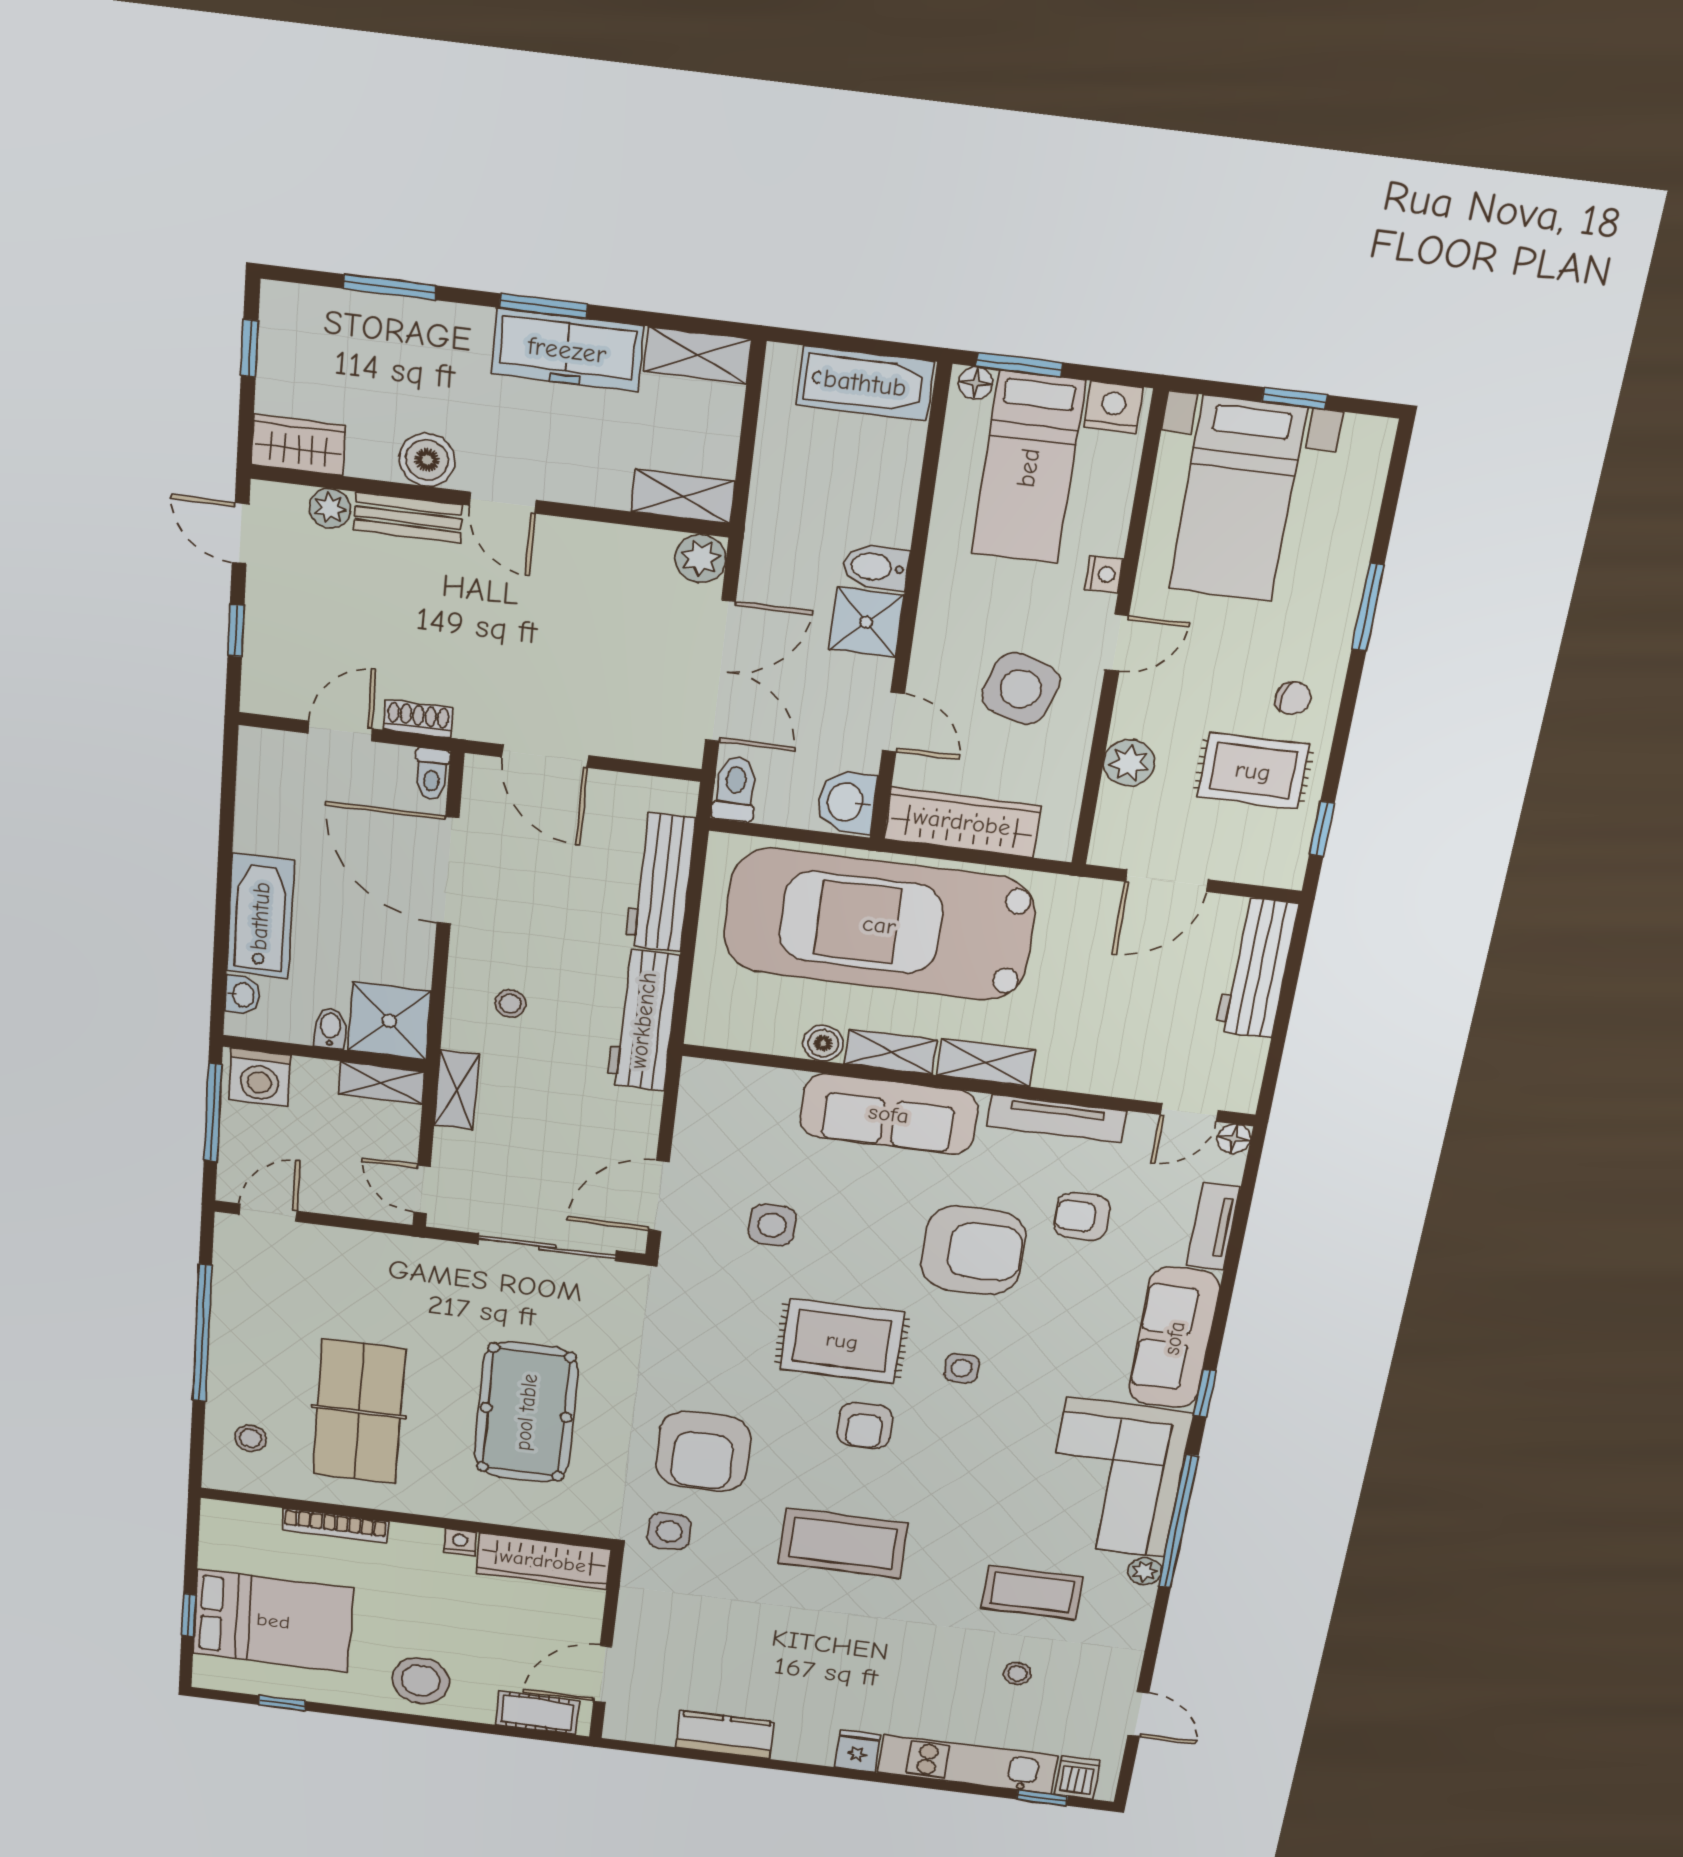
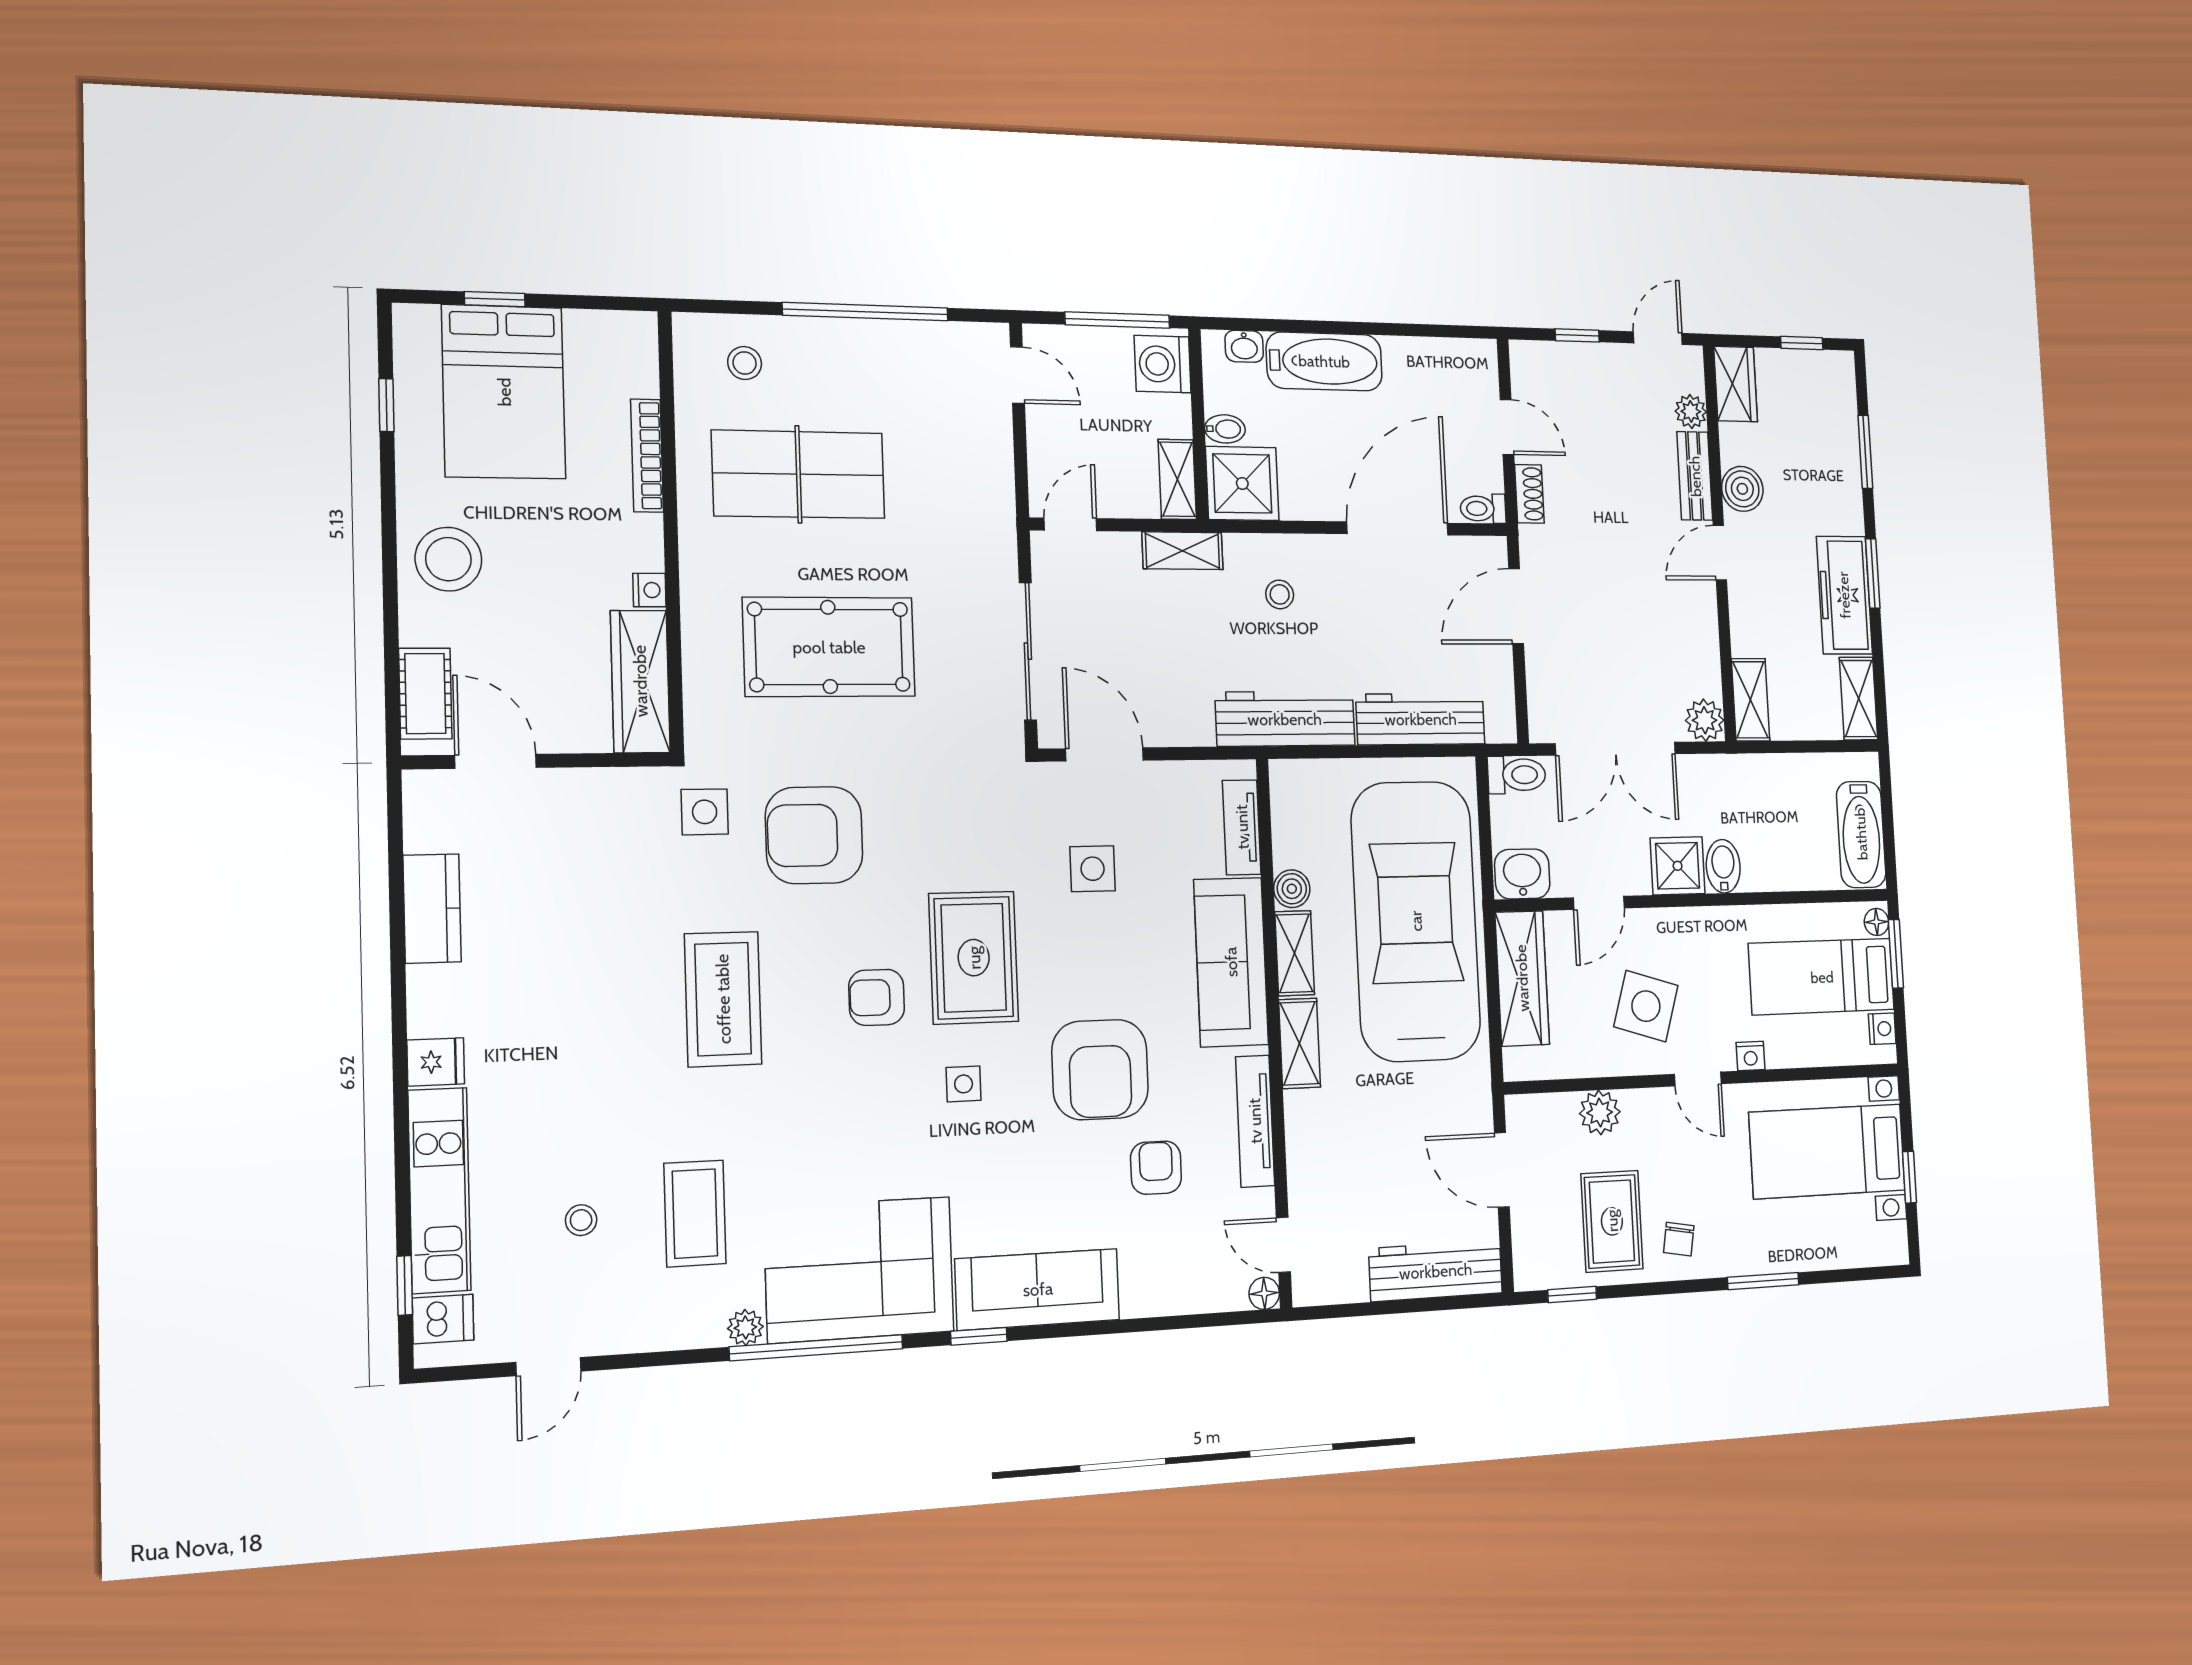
nightstand: (1113, 407) -> (1882, 1029), width x0.72, depth x0.74
tv unit: (1213, 1226) -> (1242, 827), moved, turned -90

